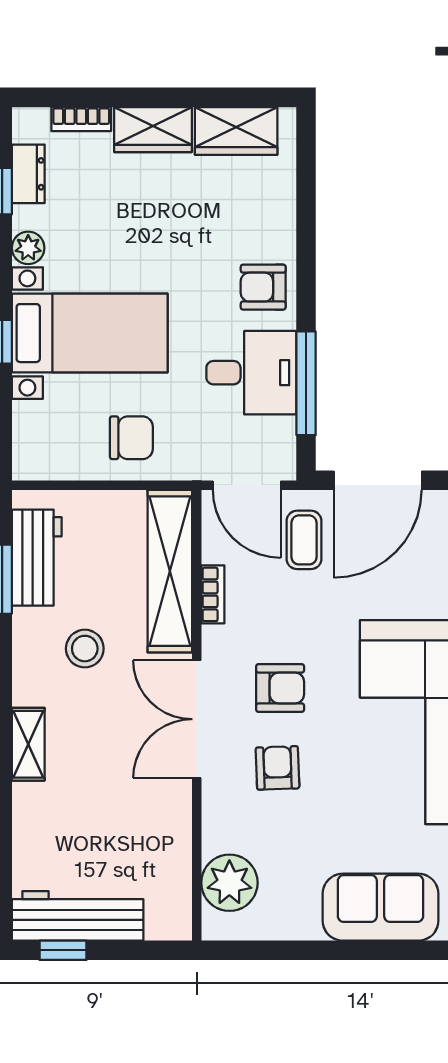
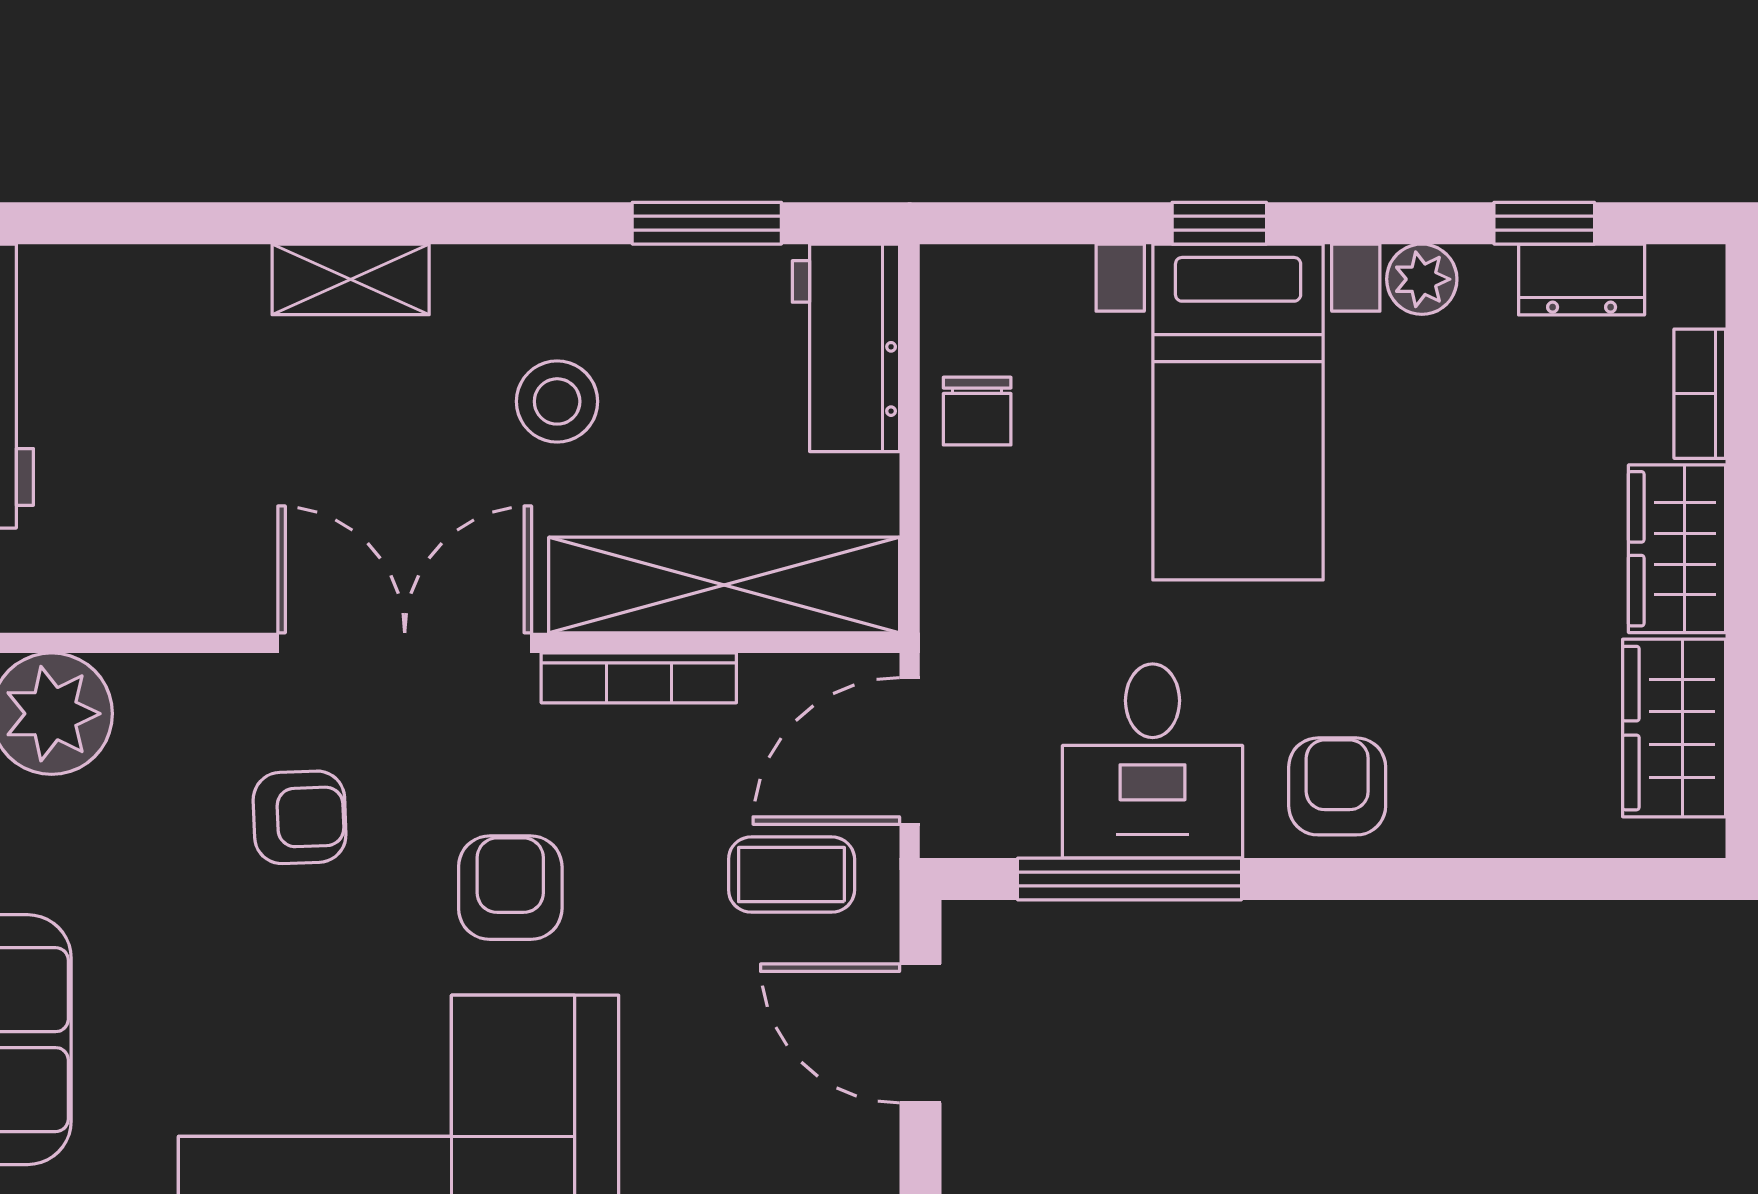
chair: (131, 438) -> (977, 411), moved, width x0.73, depth x0.73
door: (378, 480) -> (920, 1033), width x0.73
workbench: (37, 558) -> (846, 348), moved, turned 90
bookcase: (213, 594) -> (639, 678), width x1.56
armchair: (280, 688) -> (510, 888), moved, turned 180

